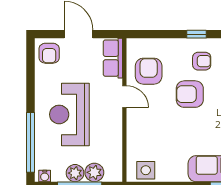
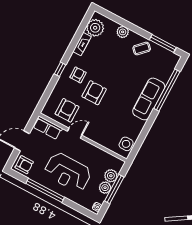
armchair: (149, 71) -> (67, 110), turned 90
armchair: (190, 94) -> (94, 93), turned 180
window: (30, 142) -> (45, 190), moved

